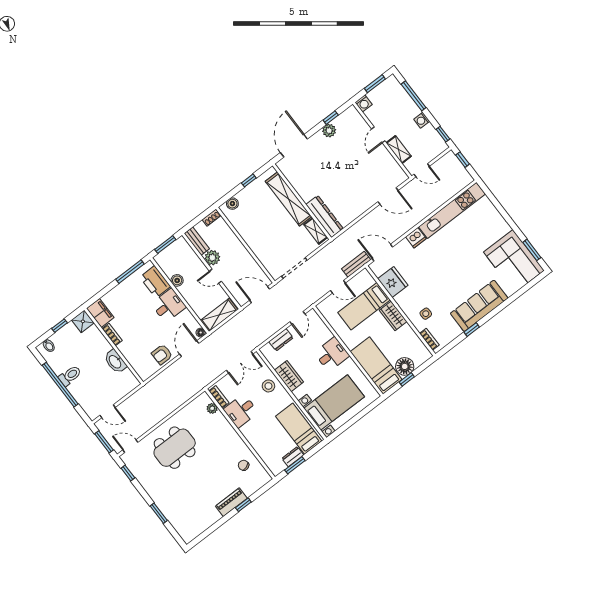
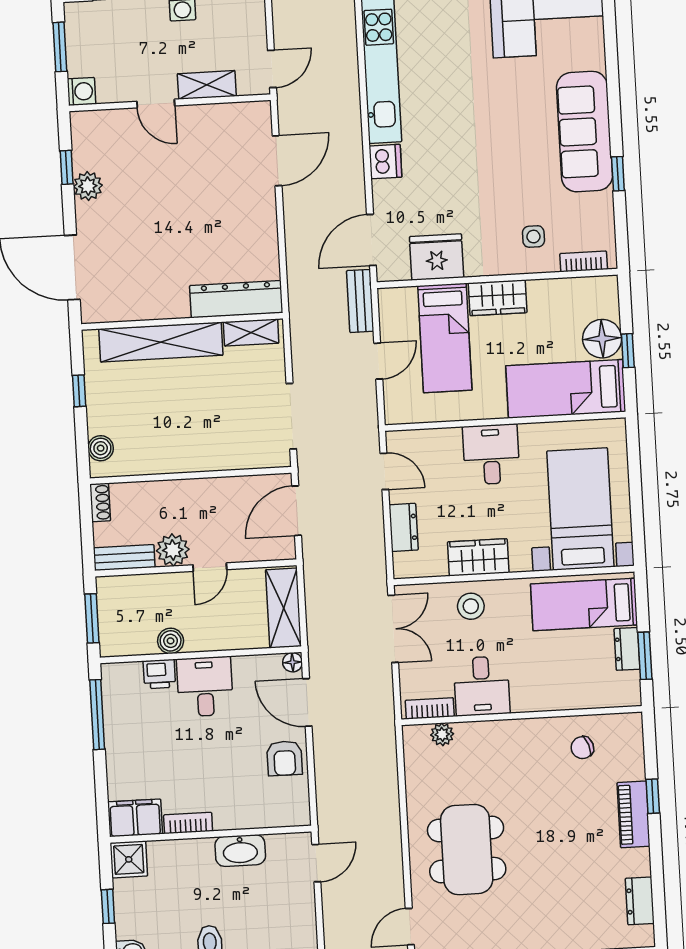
printer: (155, 282) -> (159, 674), width x0.53, depth x0.68
door: (107, 411) -> (316, 863), moved
dresser: (200, 527) -> (640, 901), added

